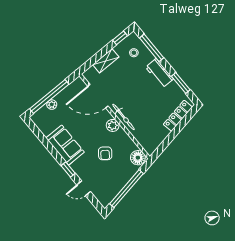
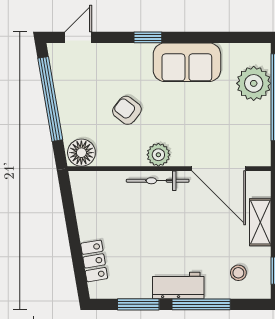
window: (152, 48) -> (201, 304), moved
door: (98, 96) -> (219, 169), swing flipped
plant: (52, 105) -> (254, 83), width x1.88, depth x1.88
locker: (178, 116) -> (94, 261), width x0.66
door: (84, 188) -> (78, 37), moved

